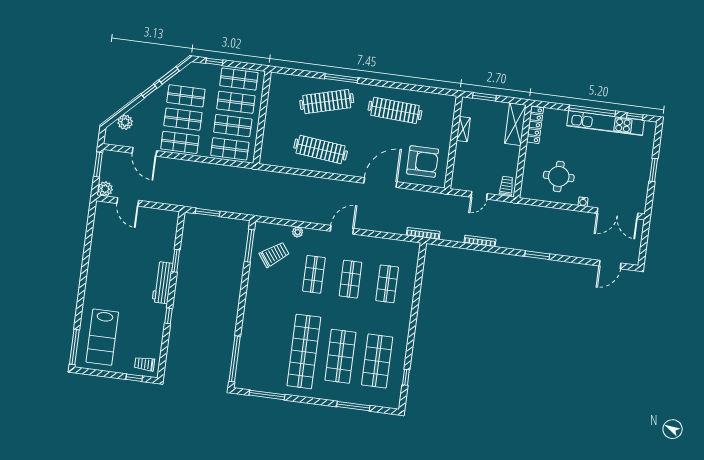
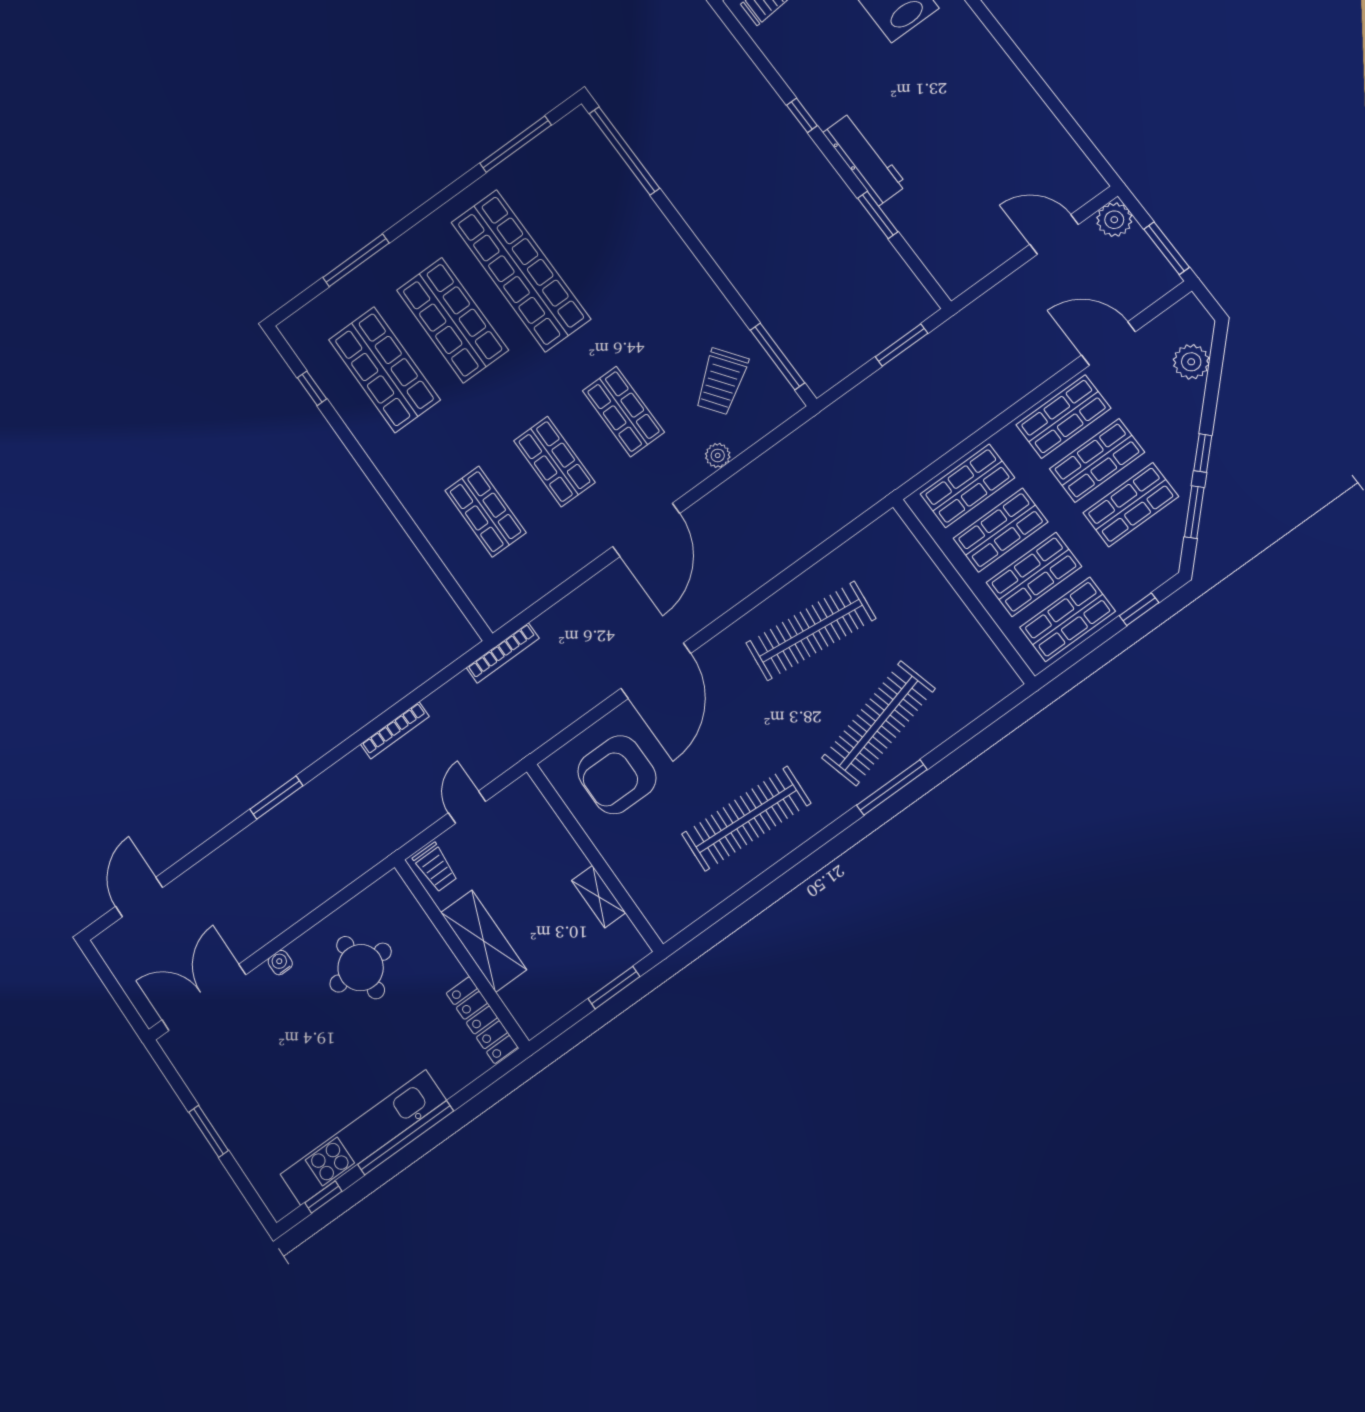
shelving: (515, 124) -> (484, 941), moved
door: (342, 230) -> (646, 530), width x1.36

